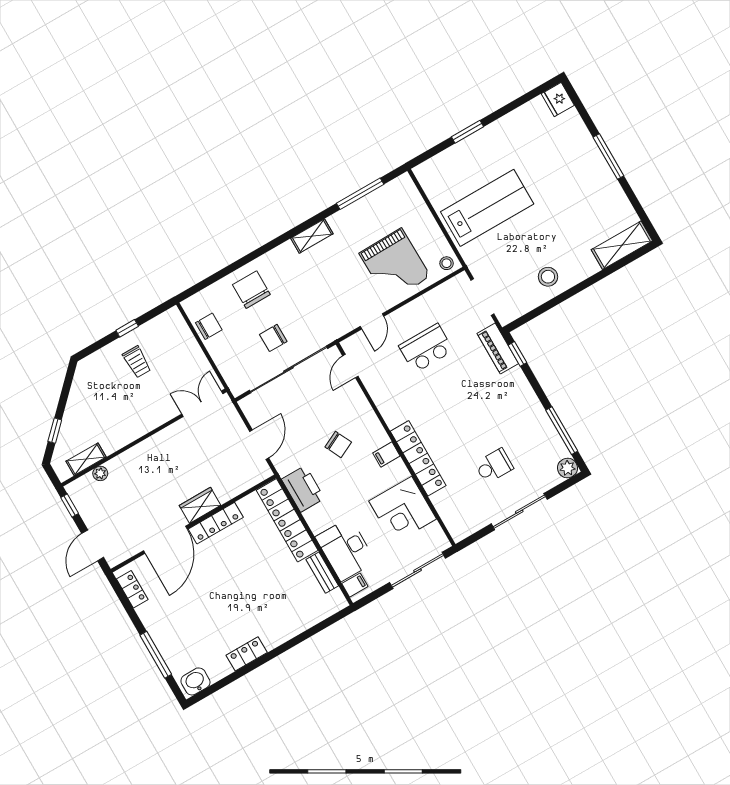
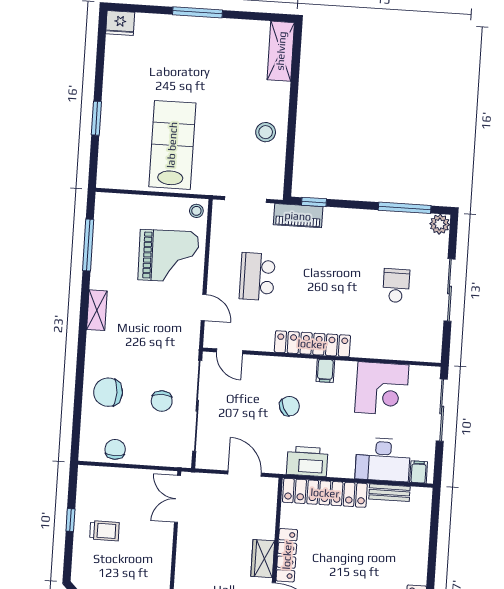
locker: (418, 458) -> (312, 344), moved

